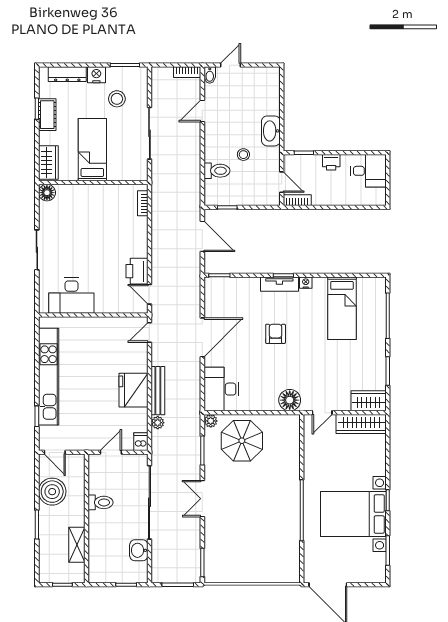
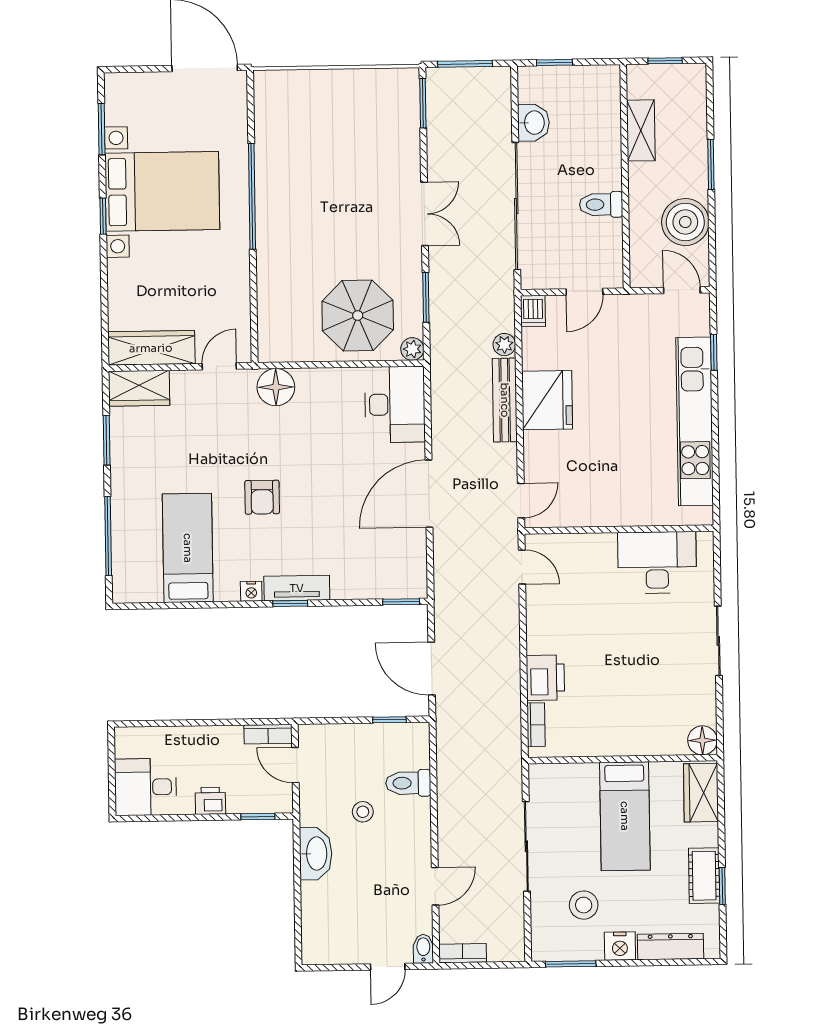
printer: (137, 271) -> (545, 678), moved
armchair: (276, 334) -> (262, 497), moved

